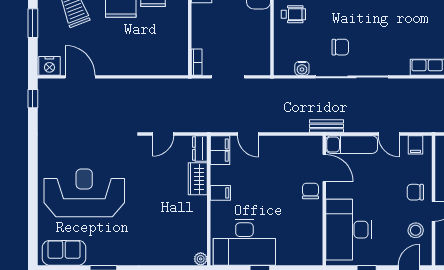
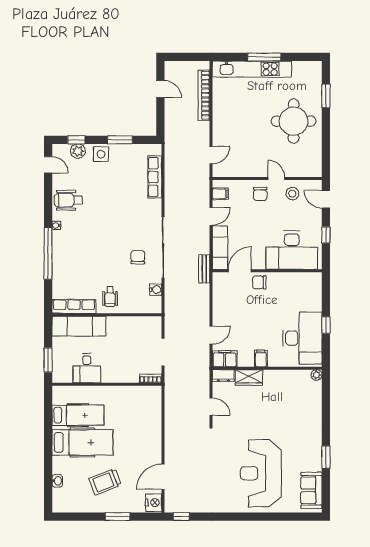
wheelchair: (293, 14) -> (110, 297), turned 180

